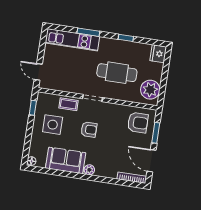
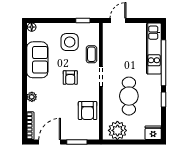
window: (88, 32) -> (163, 63), width x2.11
armchair: (138, 123) -> (88, 111), moved
plant: (89, 170) -> (32, 97), moved

